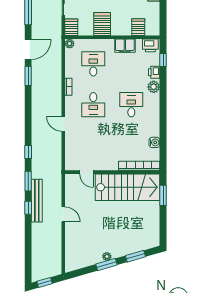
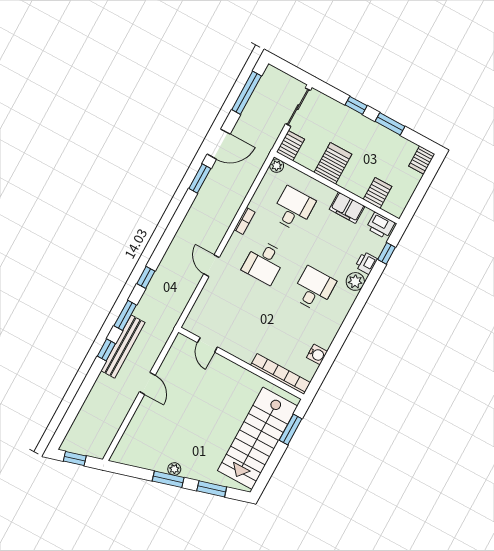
stairs: (128, 187) -> (257, 438), moved, turned 90

